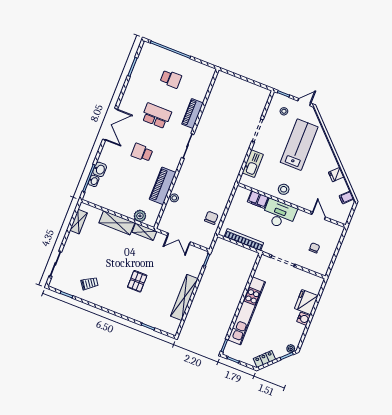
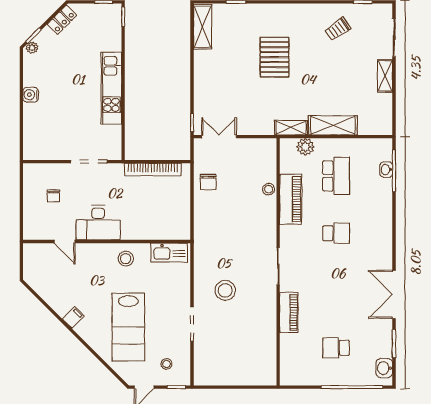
school desk: (156, 116) -> (336, 176), moved, turned -90
double door: (110, 124) -> (394, 294), moved
stool: (228, 144) -> (225, 290), added
kitchen sink: (253, 164) -> (169, 253), moved, turned -90
washbasin: (100, 169) -> (384, 368), moved
fridge: (336, 175) -> (63, 306), removed
filing cabinet: (347, 197) -> (73, 318), moved
filing cabinet: (258, 200) -> (155, 231), removed
desk: (279, 214) -> (98, 223), moved
shelving: (79, 222) -> (385, 76), moved
double door: (179, 239) -> (219, 137), moved
pallet: (137, 281) -> (275, 57), width x1.50, depth x1.42
shelving: (184, 297) -> (203, 27), moved, width x0.68
fridge: (306, 302) -> (36, 118), removed
kitchen unit: (247, 311) -> (111, 88), width x0.73

